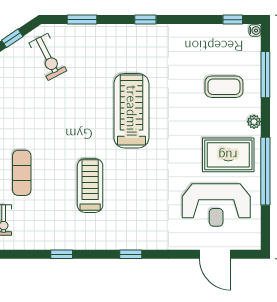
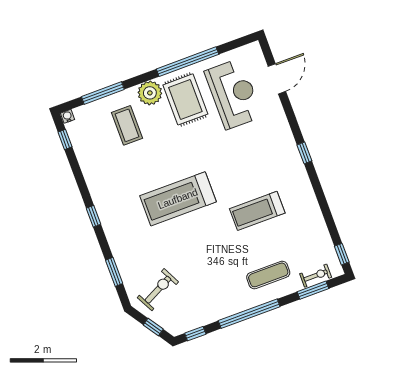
plant: (254, 122) -> (150, 93), width x1.87, depth x1.87
window: (62, 254) -> (342, 254), moved

